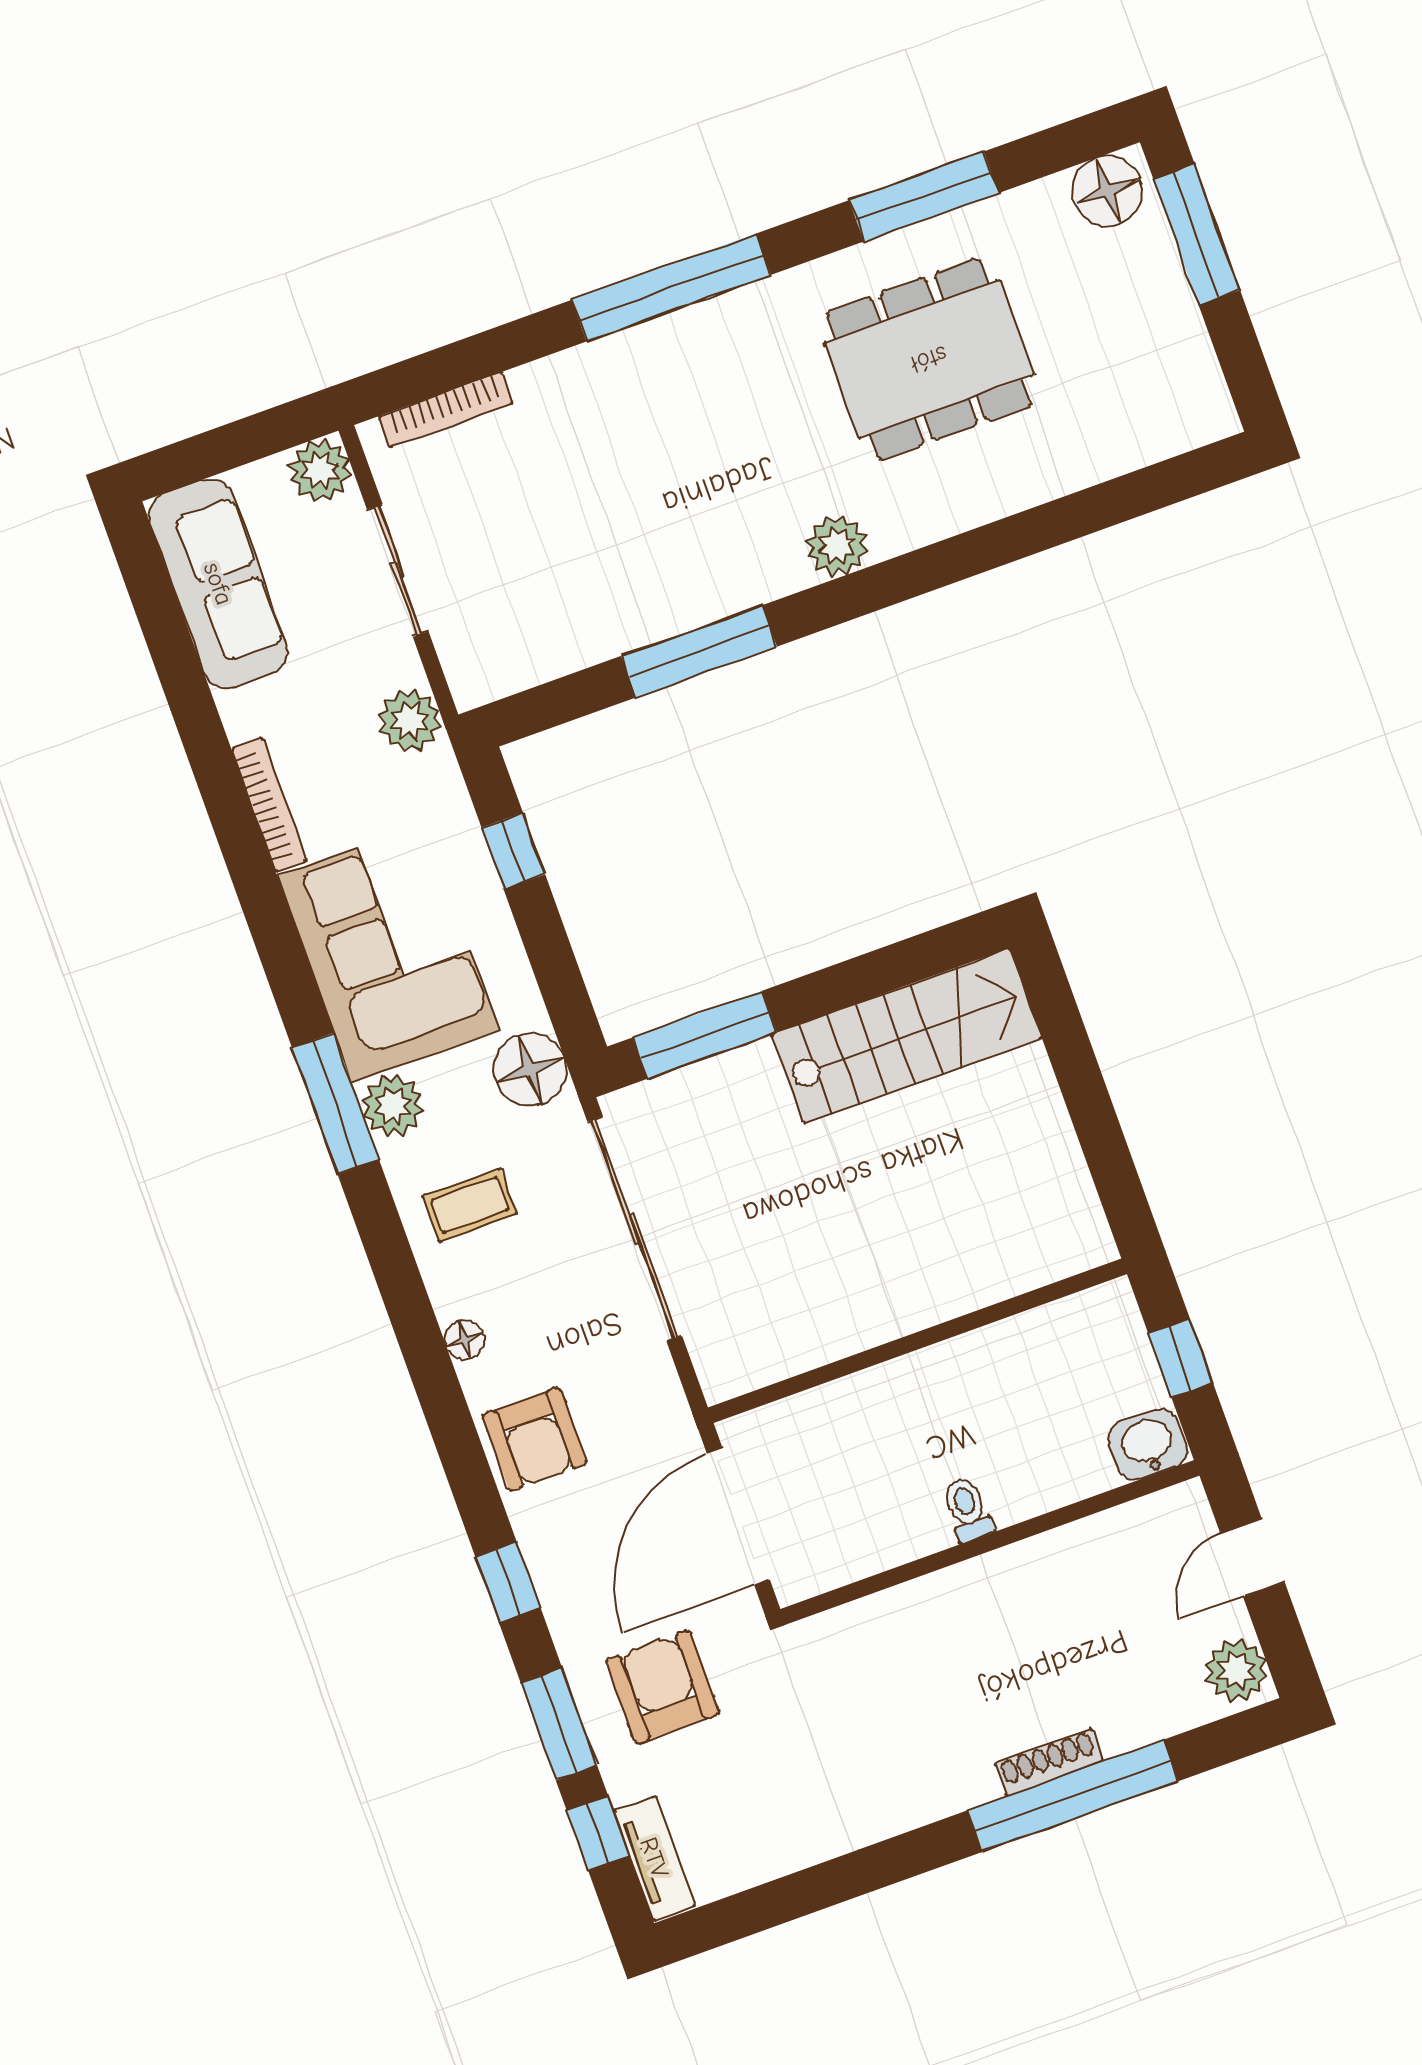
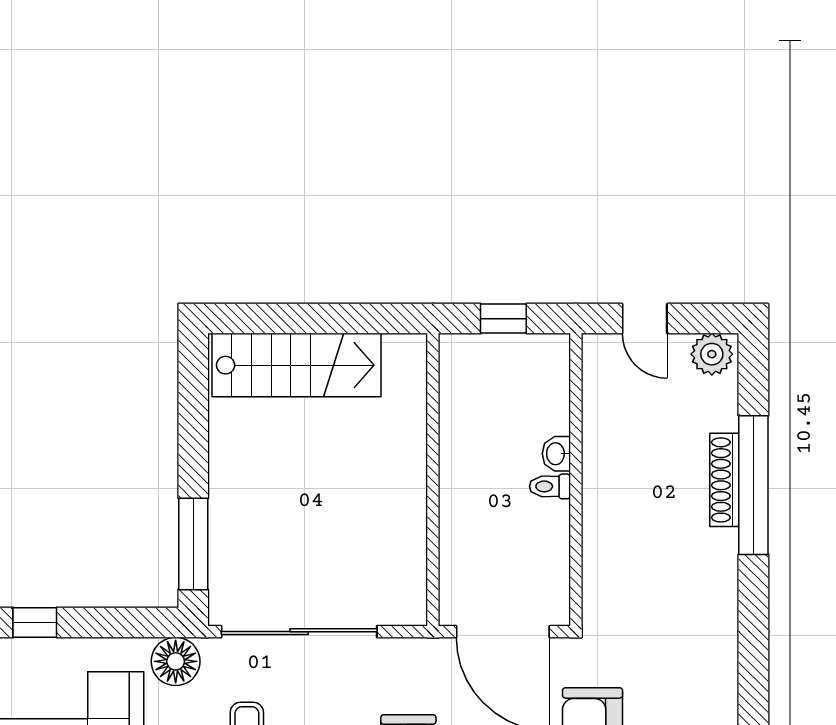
stairs: (907, 1036) -> (297, 365), moved, turned 90
washbasin: (1148, 1444) -> (556, 454), moved, width x0.72, depth x0.69
shoe rack: (1049, 1762) -> (724, 480), width x1.36, depth x1.24

